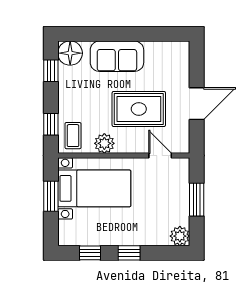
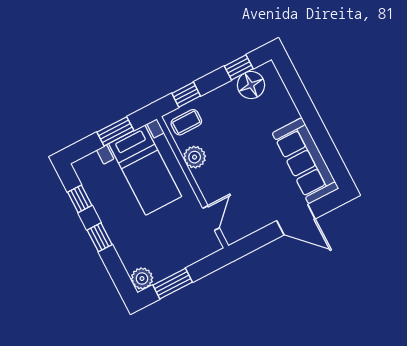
floor lamp: (70, 53) -> (251, 85), moved
sofa: (117, 56) -> (305, 161), moved, width x1.36
door: (197, 104) -> (296, 220), moved
rug: (139, 109) -> (246, 173), removed
window: (197, 200) -> (173, 284), moved

